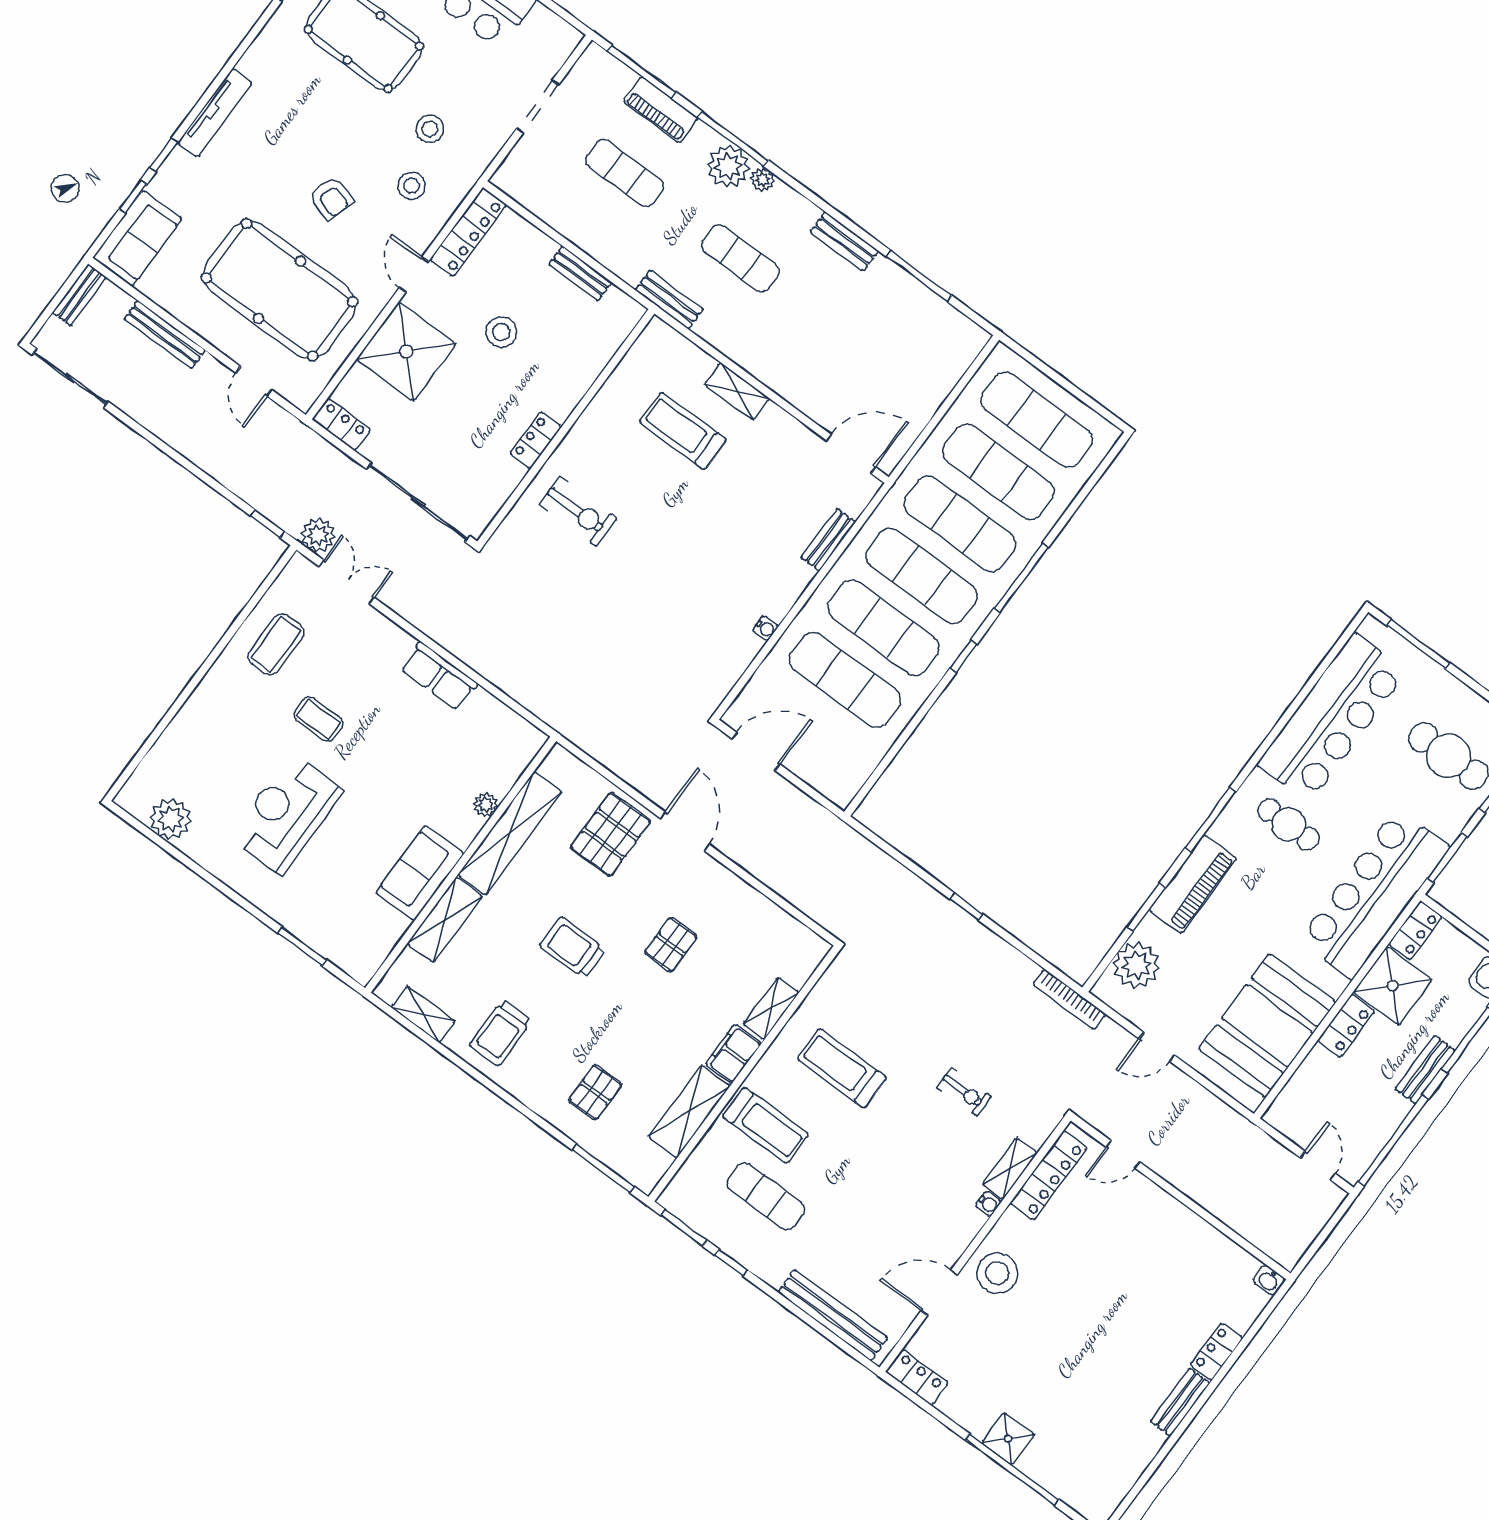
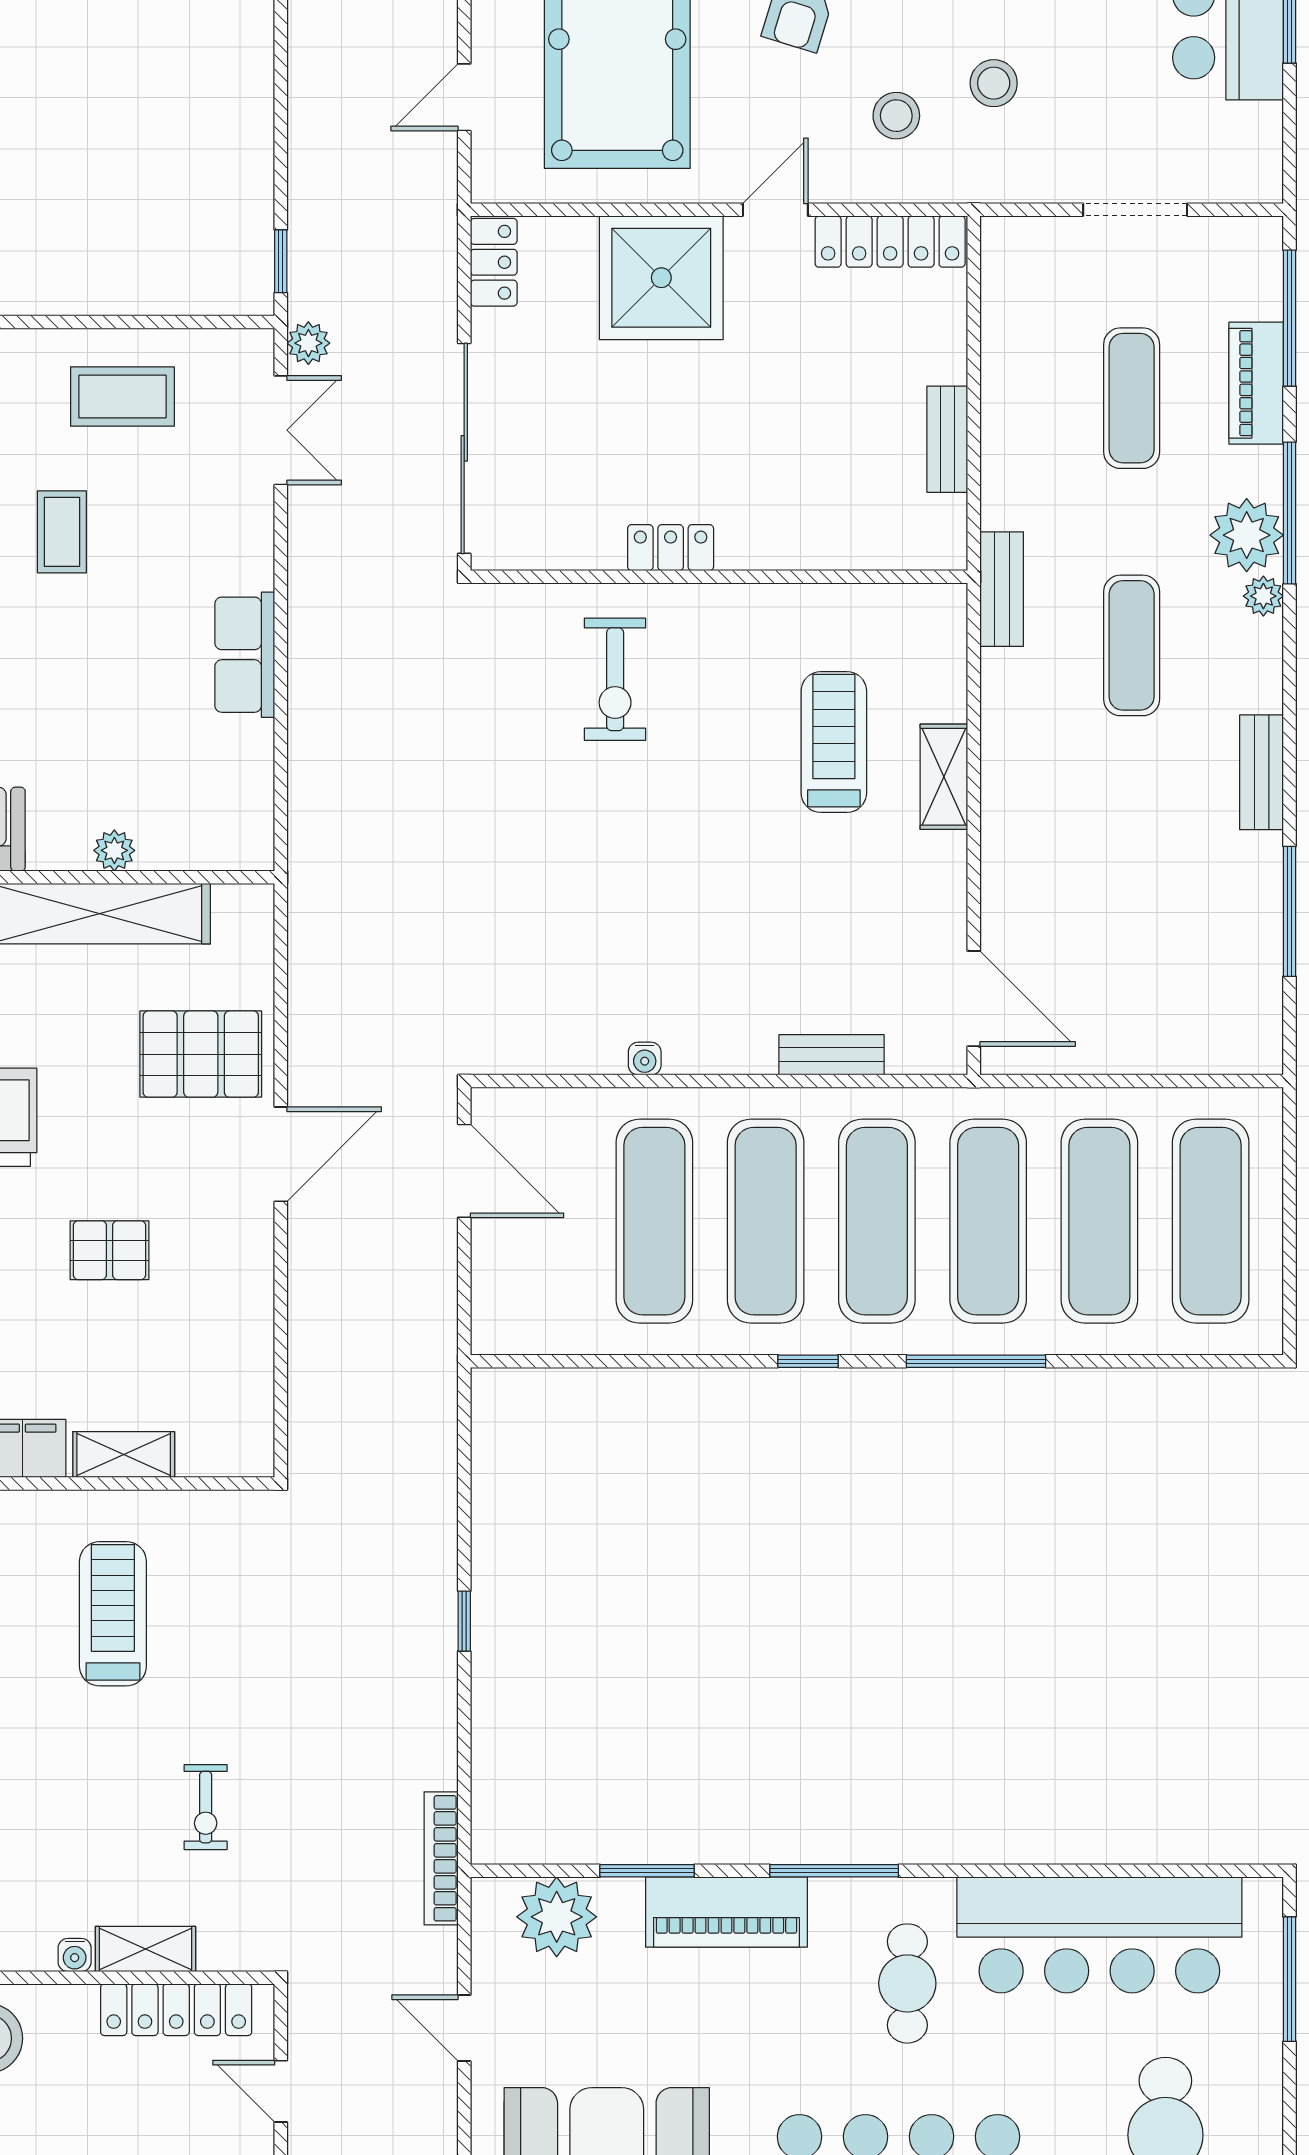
stool: (501, 332) -> (785, 390), removed
plant: (318, 535) -> (308, 343), width x0.73, depth x0.73

